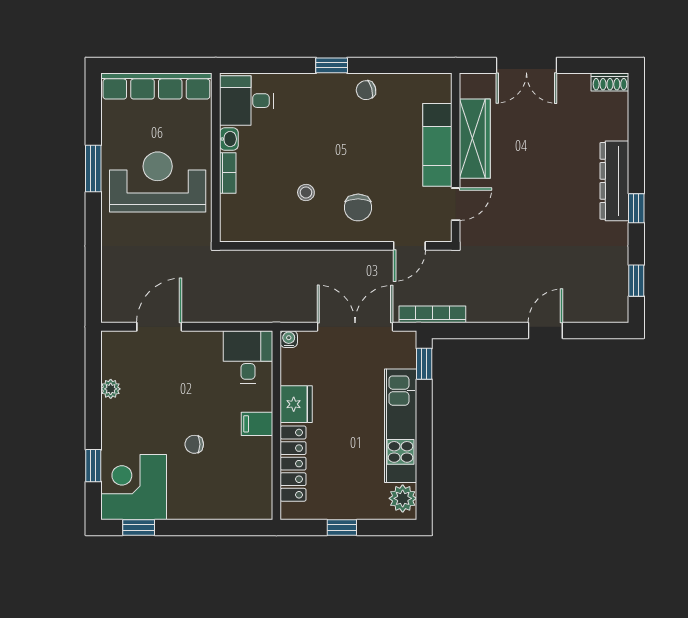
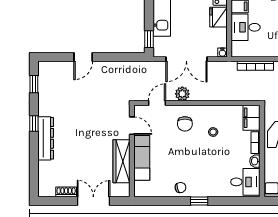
shoe rack: (610, 82) -> (66, 192), moved
door: (456, 204) -> (132, 126), swing flipped
chair: (358, 207) -> (185, 124), turned 180
filing cabinet: (235, 219) -> (252, 118), added
plant: (363, 263) -> (182, 94), added
bookcase: (432, 314) -> (255, 66), moved
desk: (248, 357) -> (246, 27), moved, turned 90

